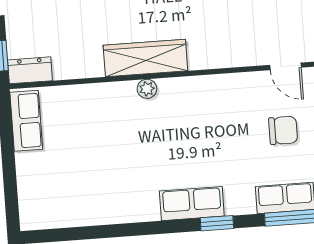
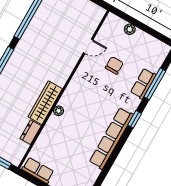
dresser: (30, 70) -> (31, 132), moved
row of seats: (192, 204) -> (111, 138), width x2.02

